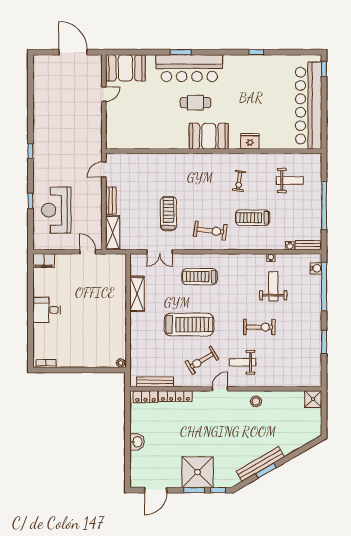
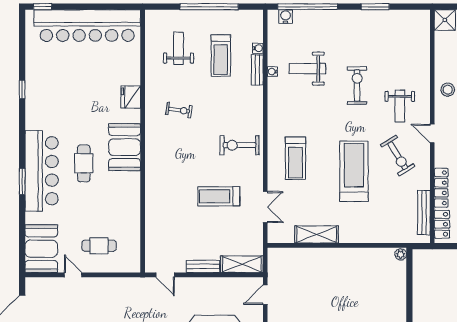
cafe table: (128, 115) -> (99, 246), added
treadmill: (253, 218) -> (221, 56), moved
exercise bike: (210, 231) -> (240, 145), turned -97
bench: (308, 245) -> (257, 70), moved

